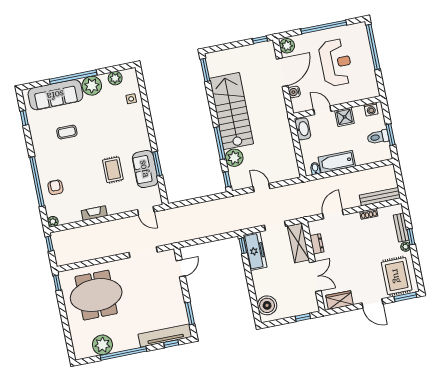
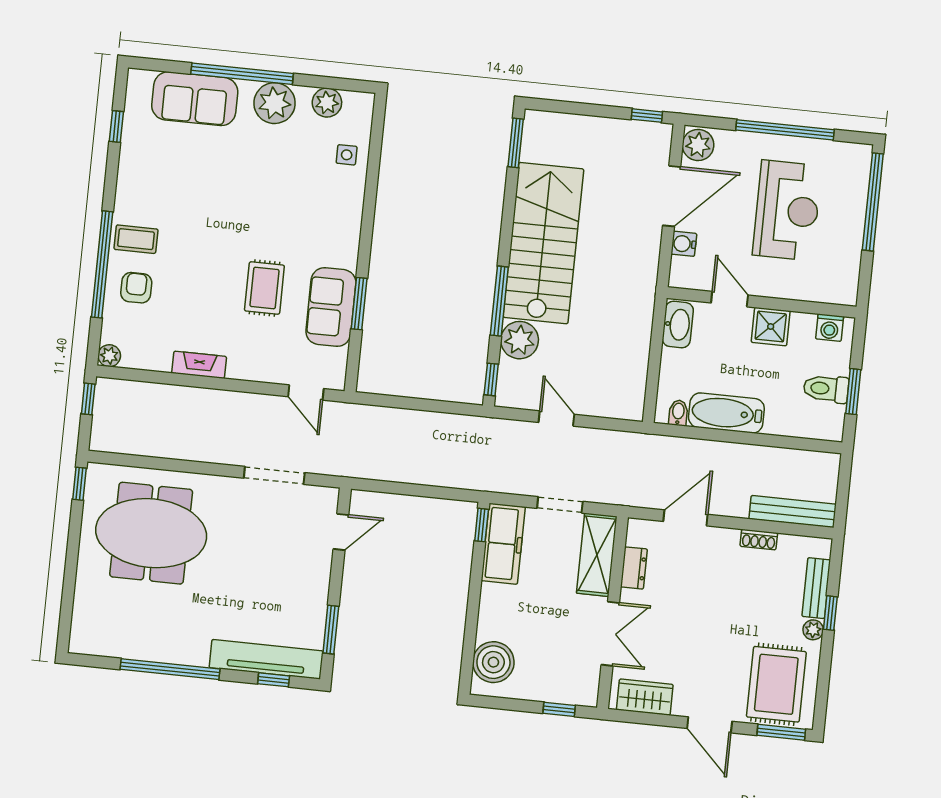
sofa: (55, 95) -> (195, 99), width x0.73
coffee table: (67, 132) -> (136, 239), moved
plant: (102, 345) -> (133, 639), removed

